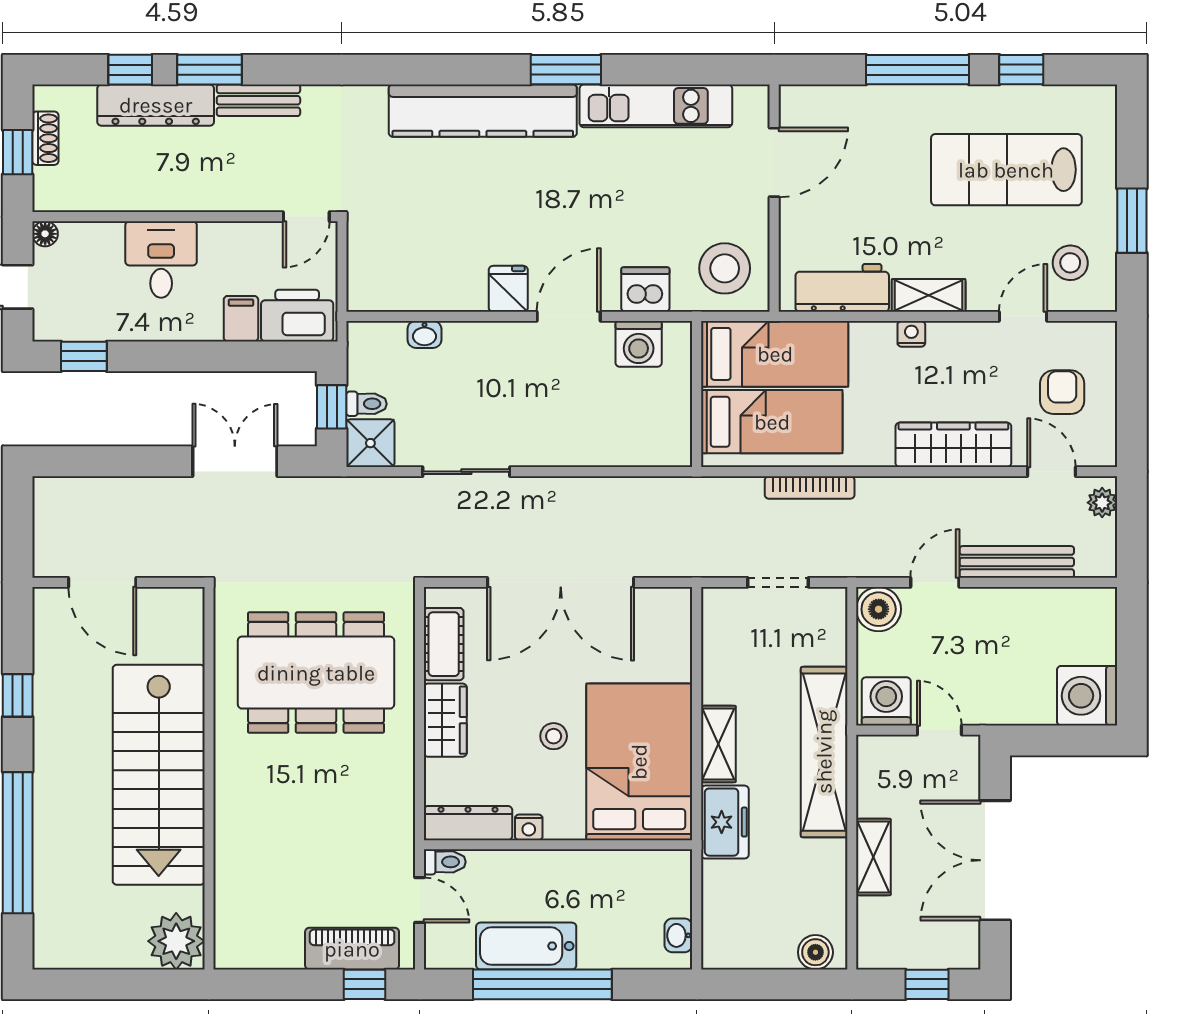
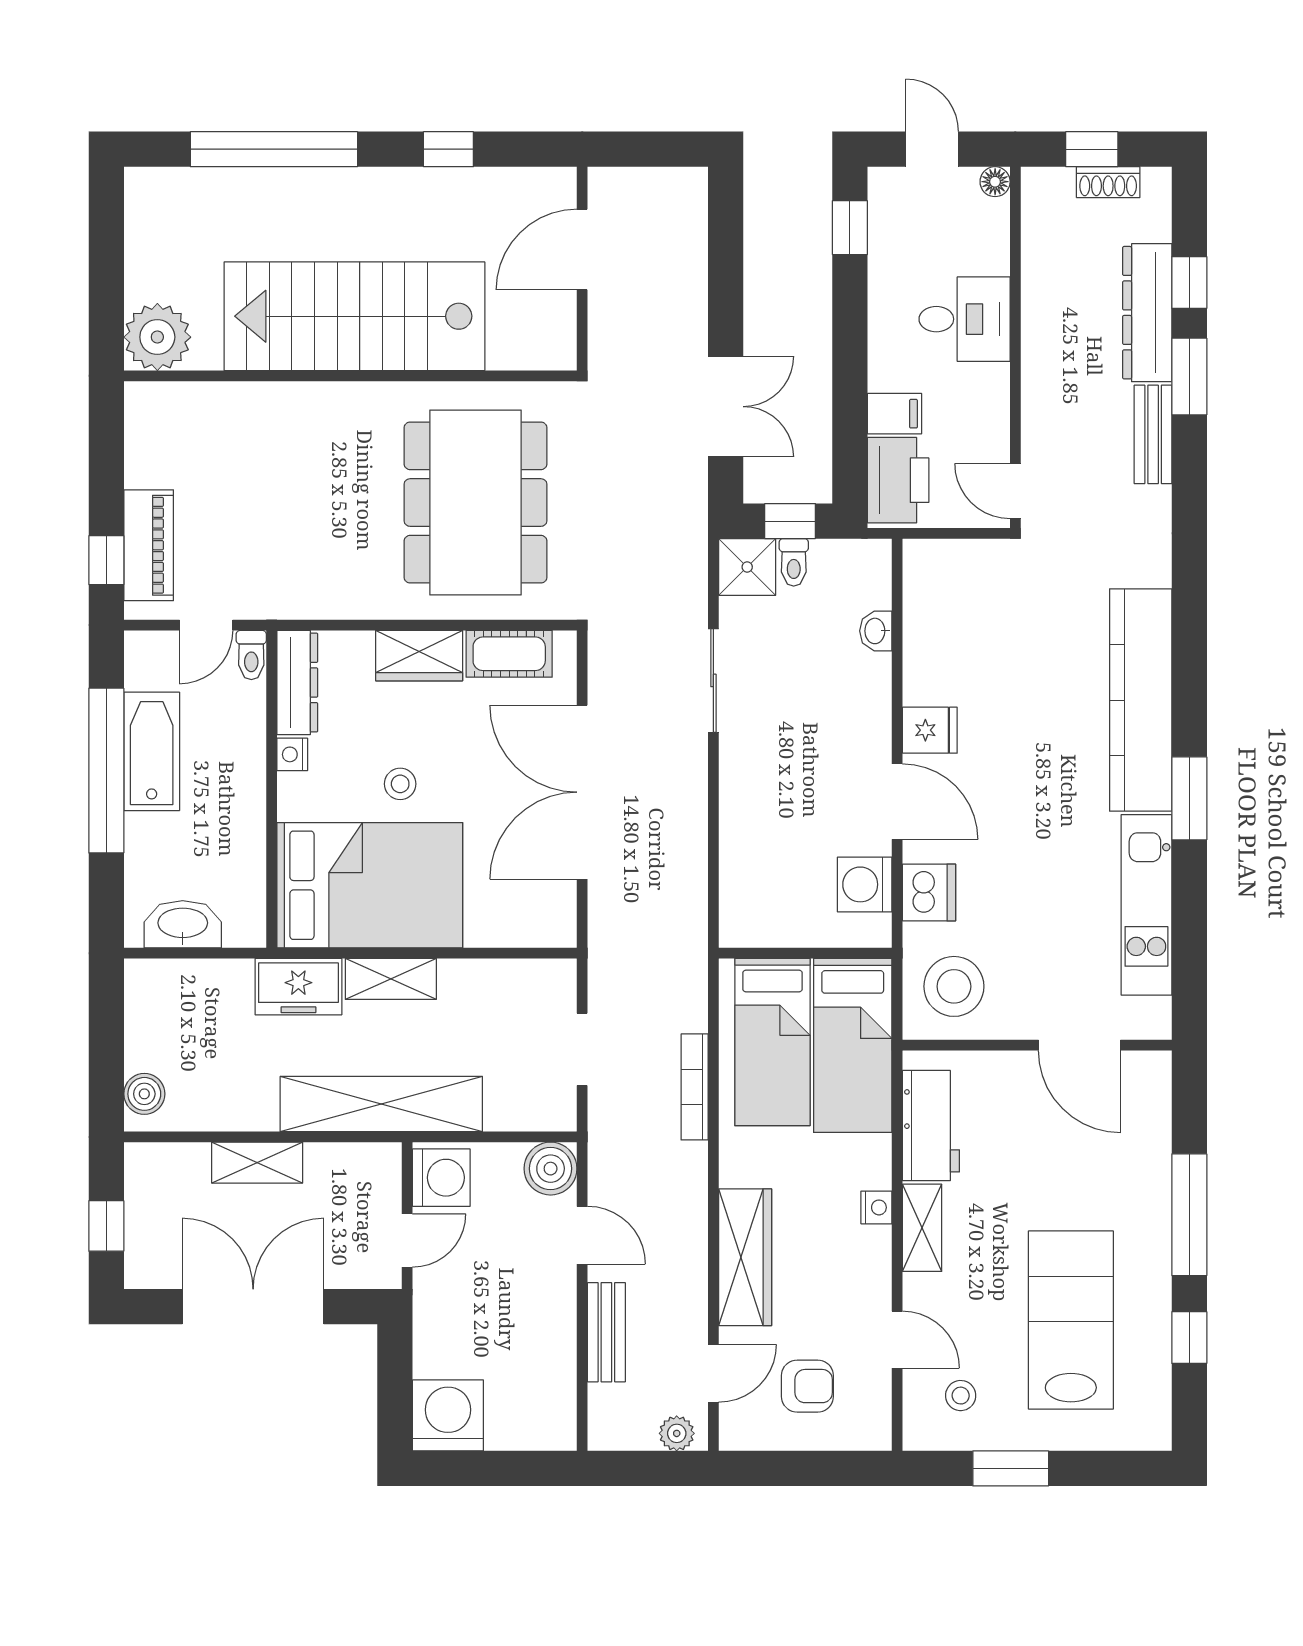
stool: (1070, 263) -> (961, 1396), width x0.73, depth x0.73
bench: (1017, 562) -> (606, 1332), width x0.73
washbasin: (678, 935) -> (183, 924), width x1.91, depth x1.45

